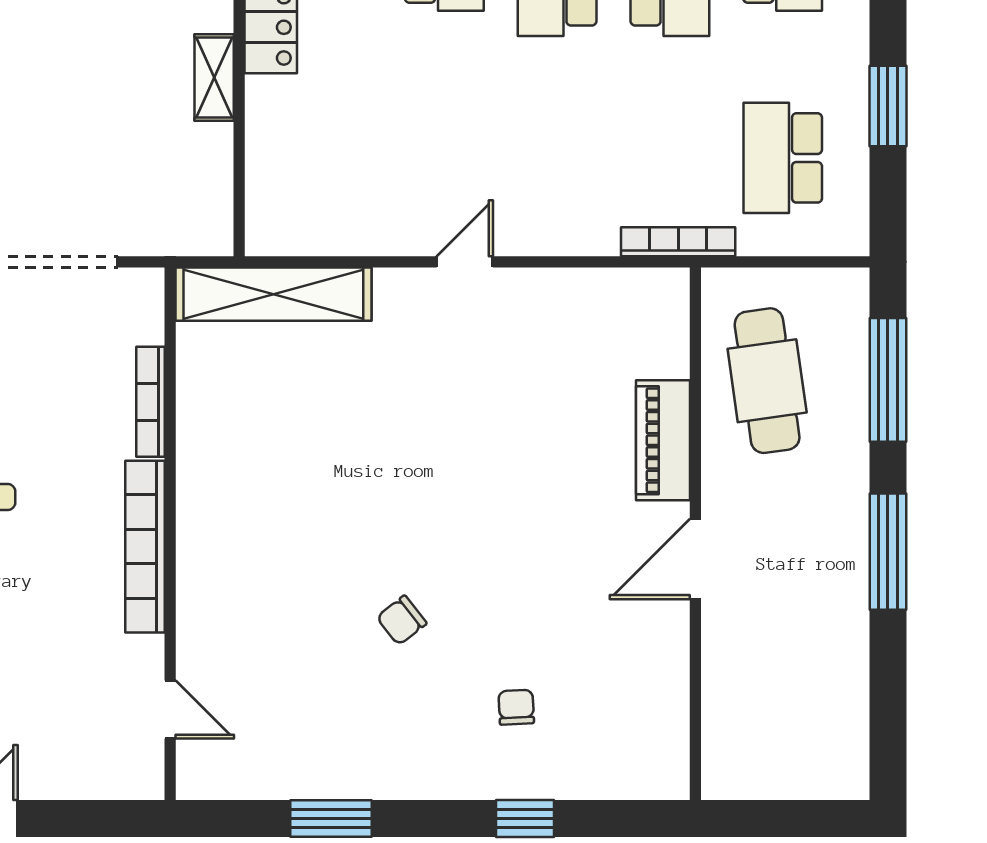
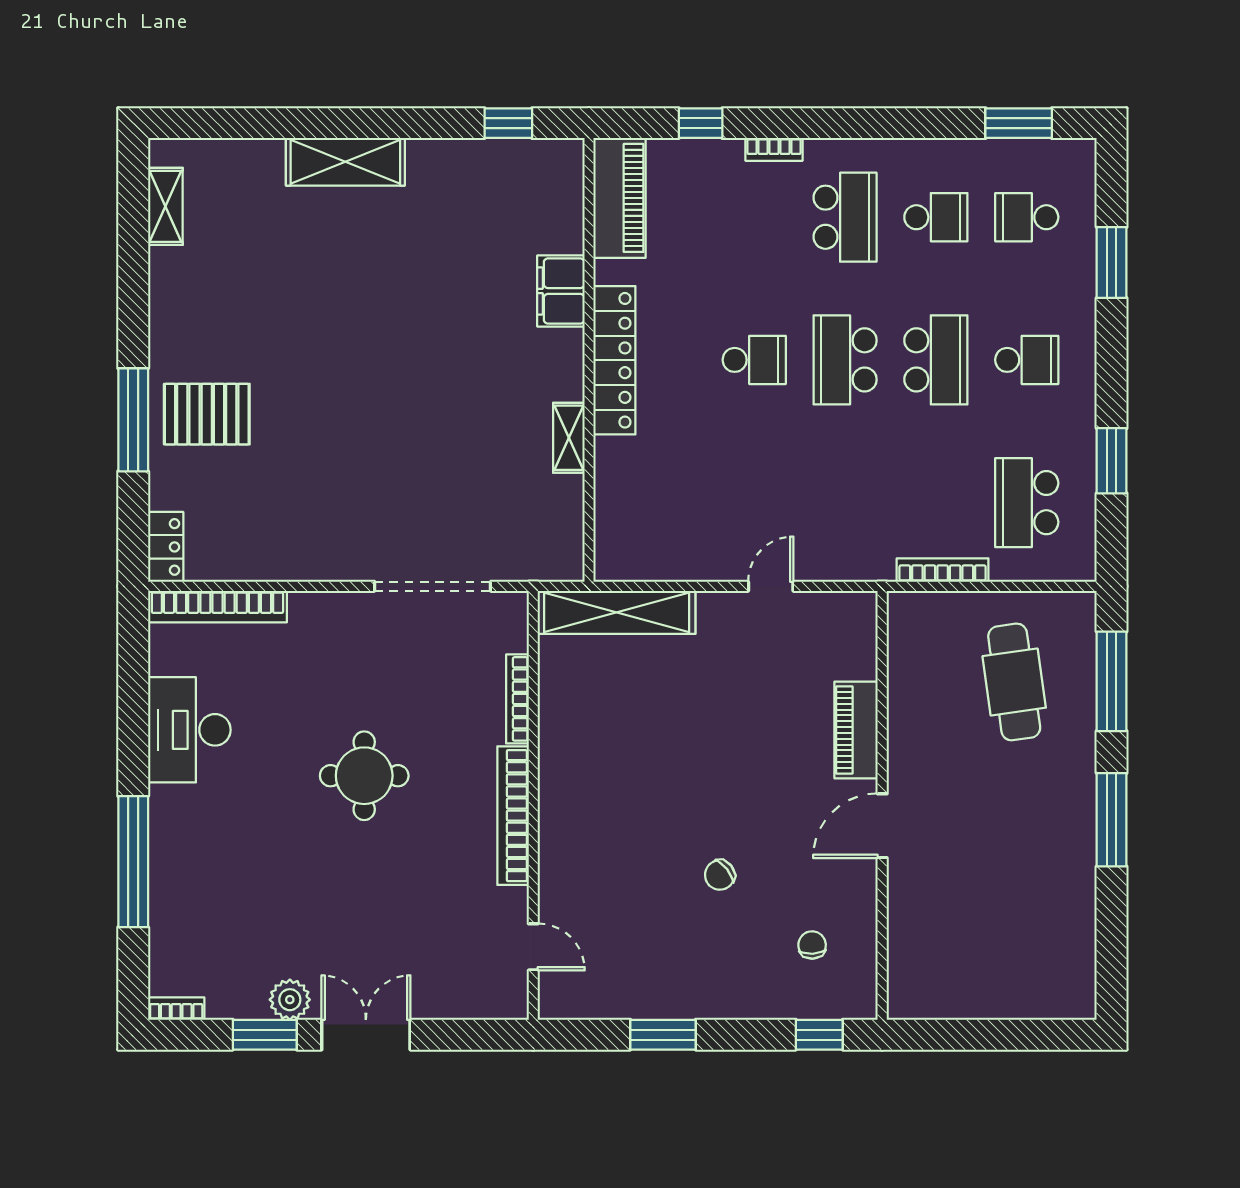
piano: (663, 440) -> (856, 730), moved
wall: (695, 534) -> (882, 805), moved
door: (695, 559) -> (882, 826), moved

